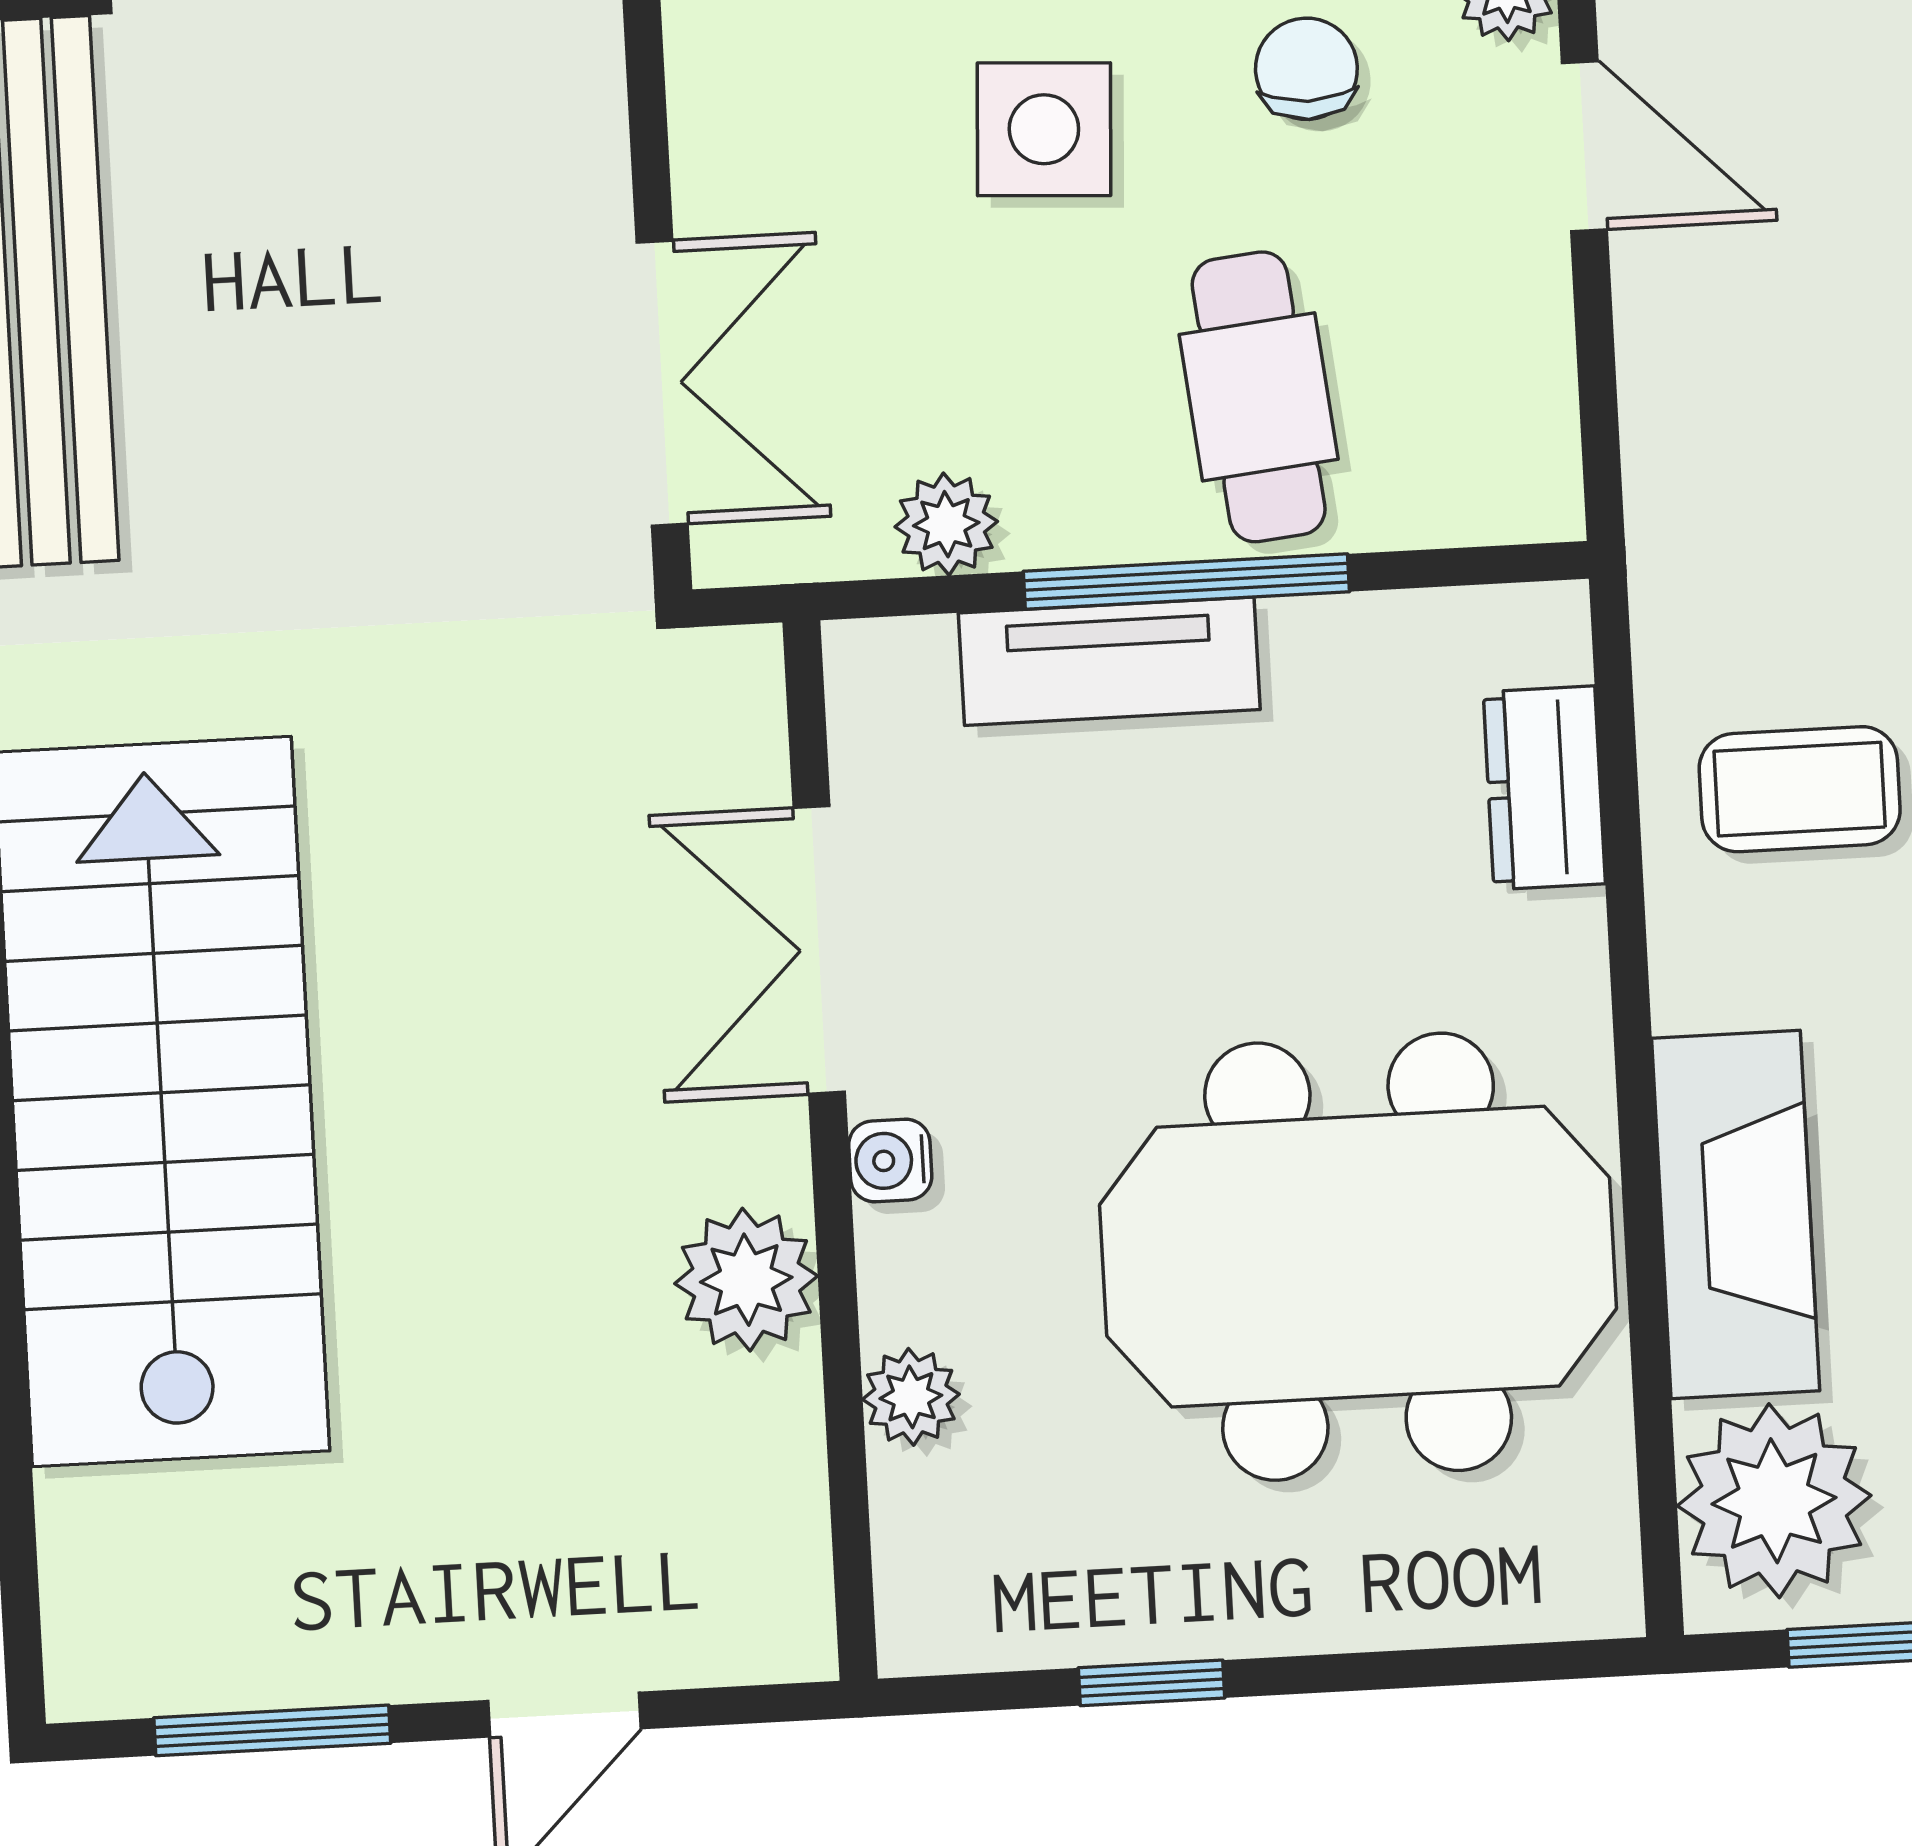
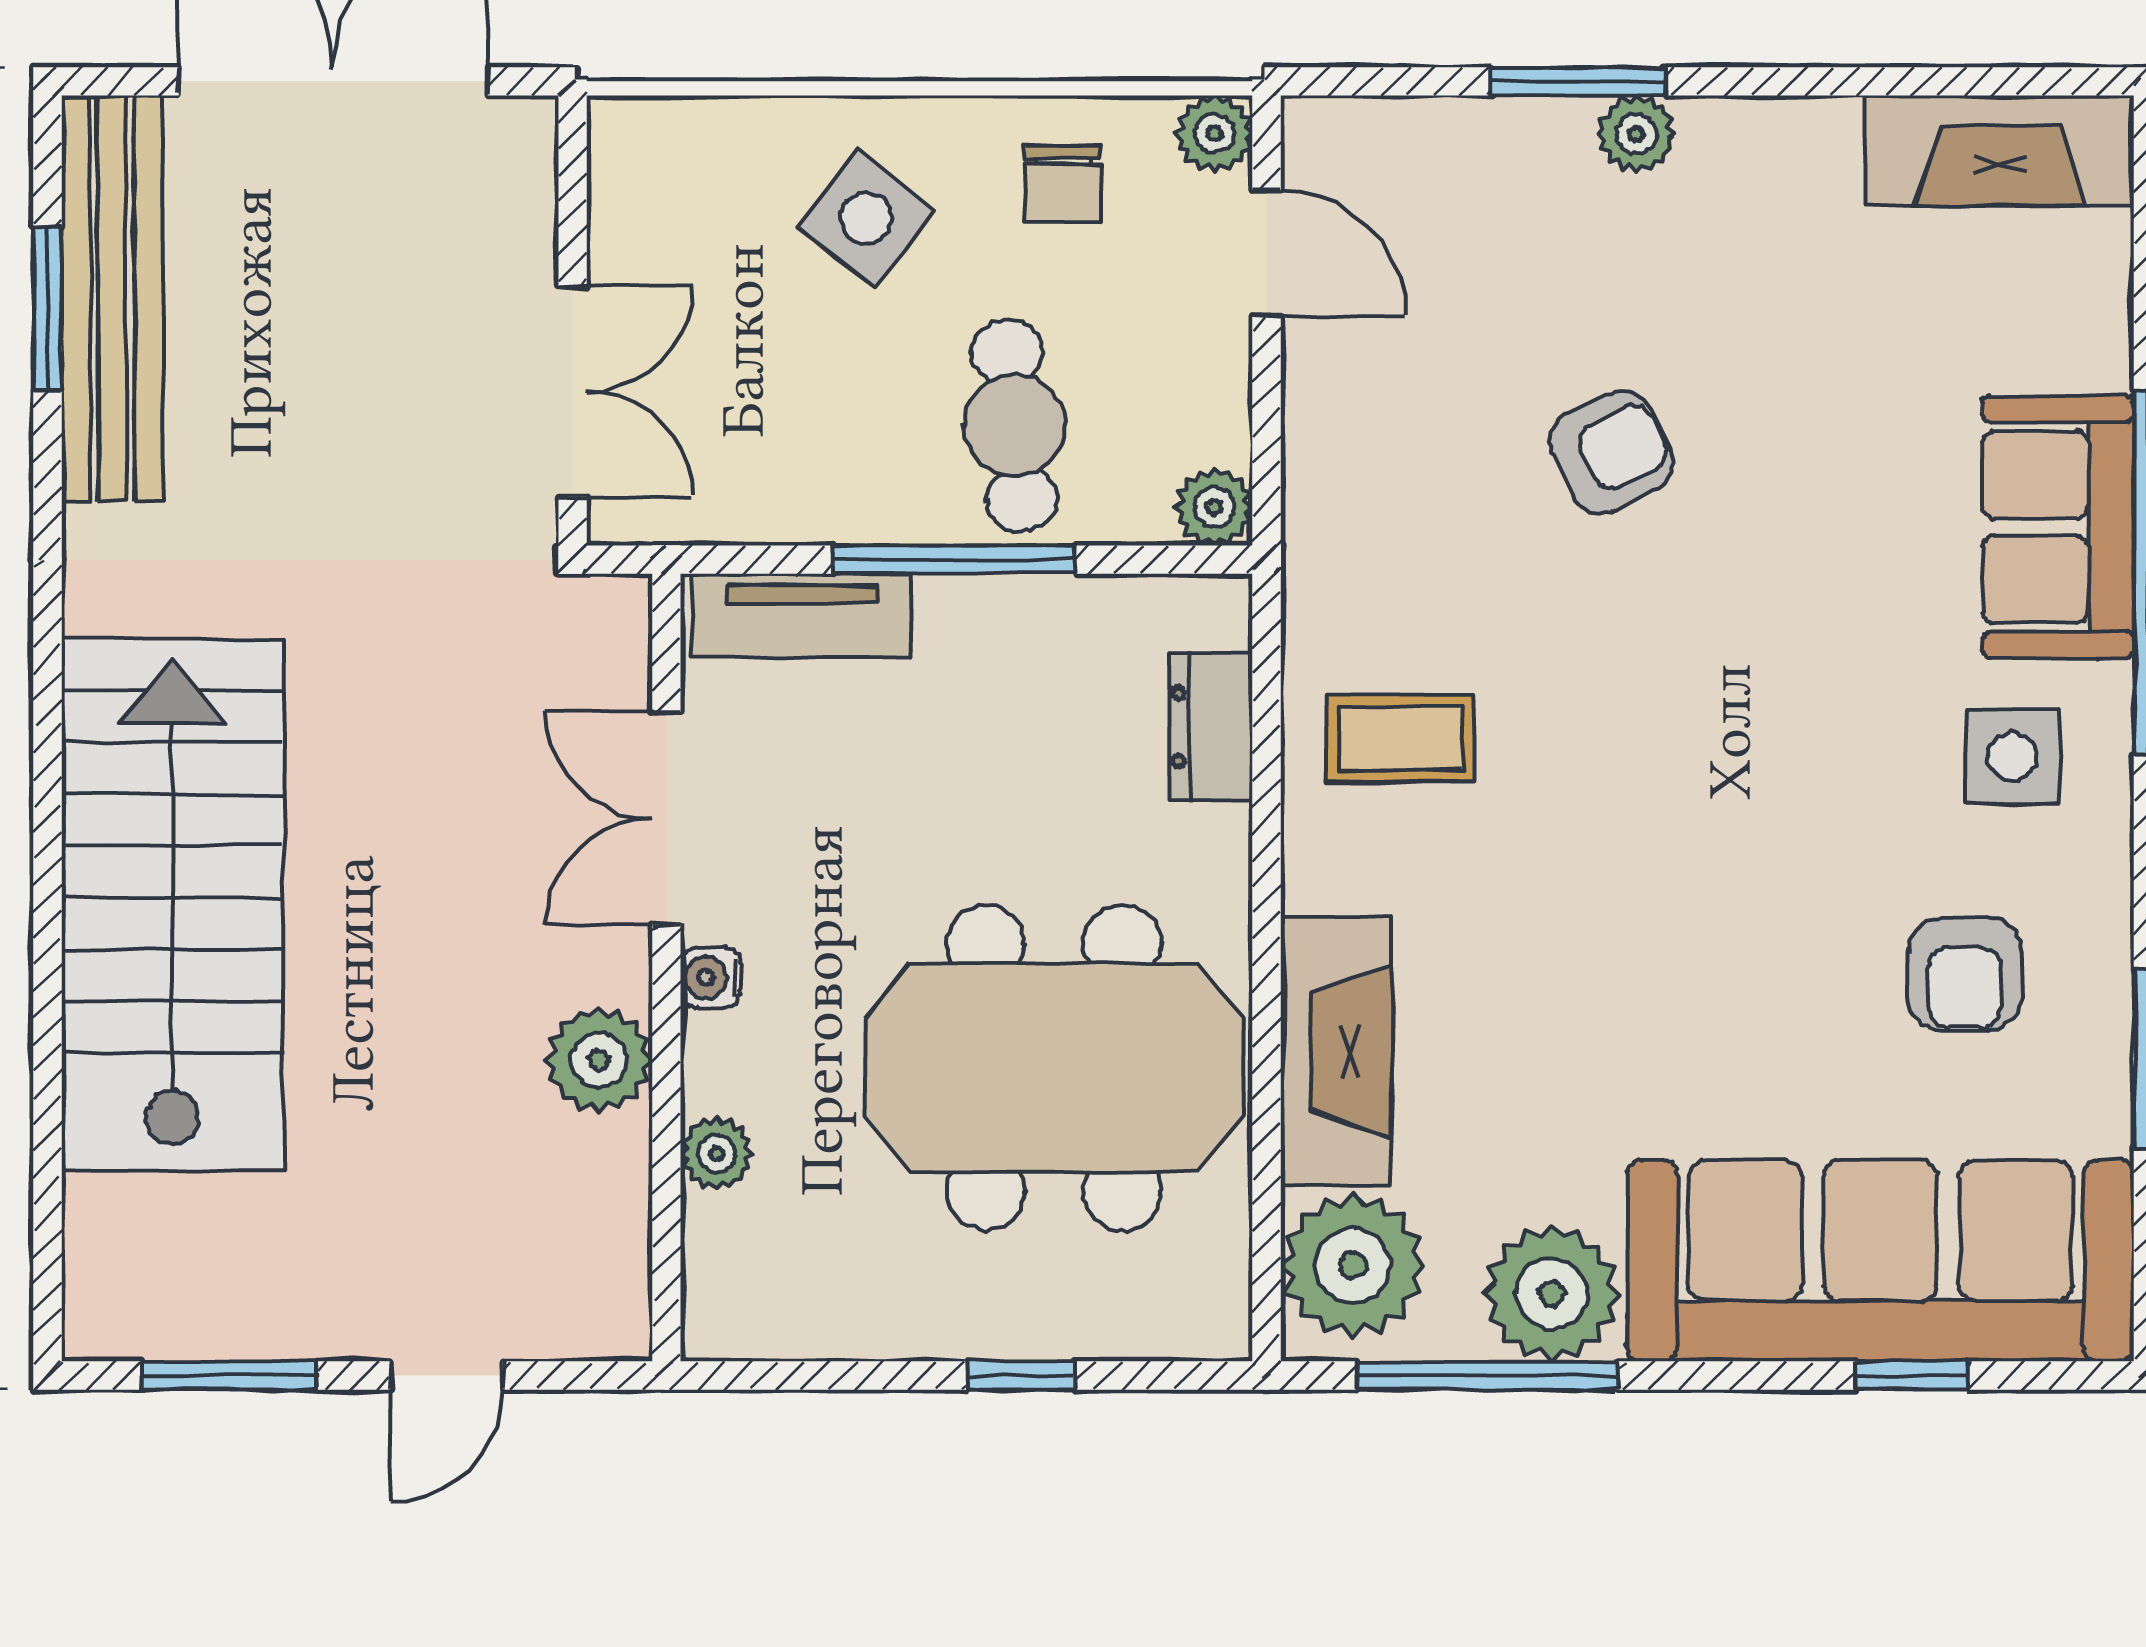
chair: (1306, 69) -> (1063, 184), turned 180
side table: (1044, 129) -> (866, 218), turned 35
plant: (946, 524) -> (1214, 507), moved
tv unit: (1109, 661) -> (802, 616), moved
window: (1151, 1683) -> (1021, 1375), moved

